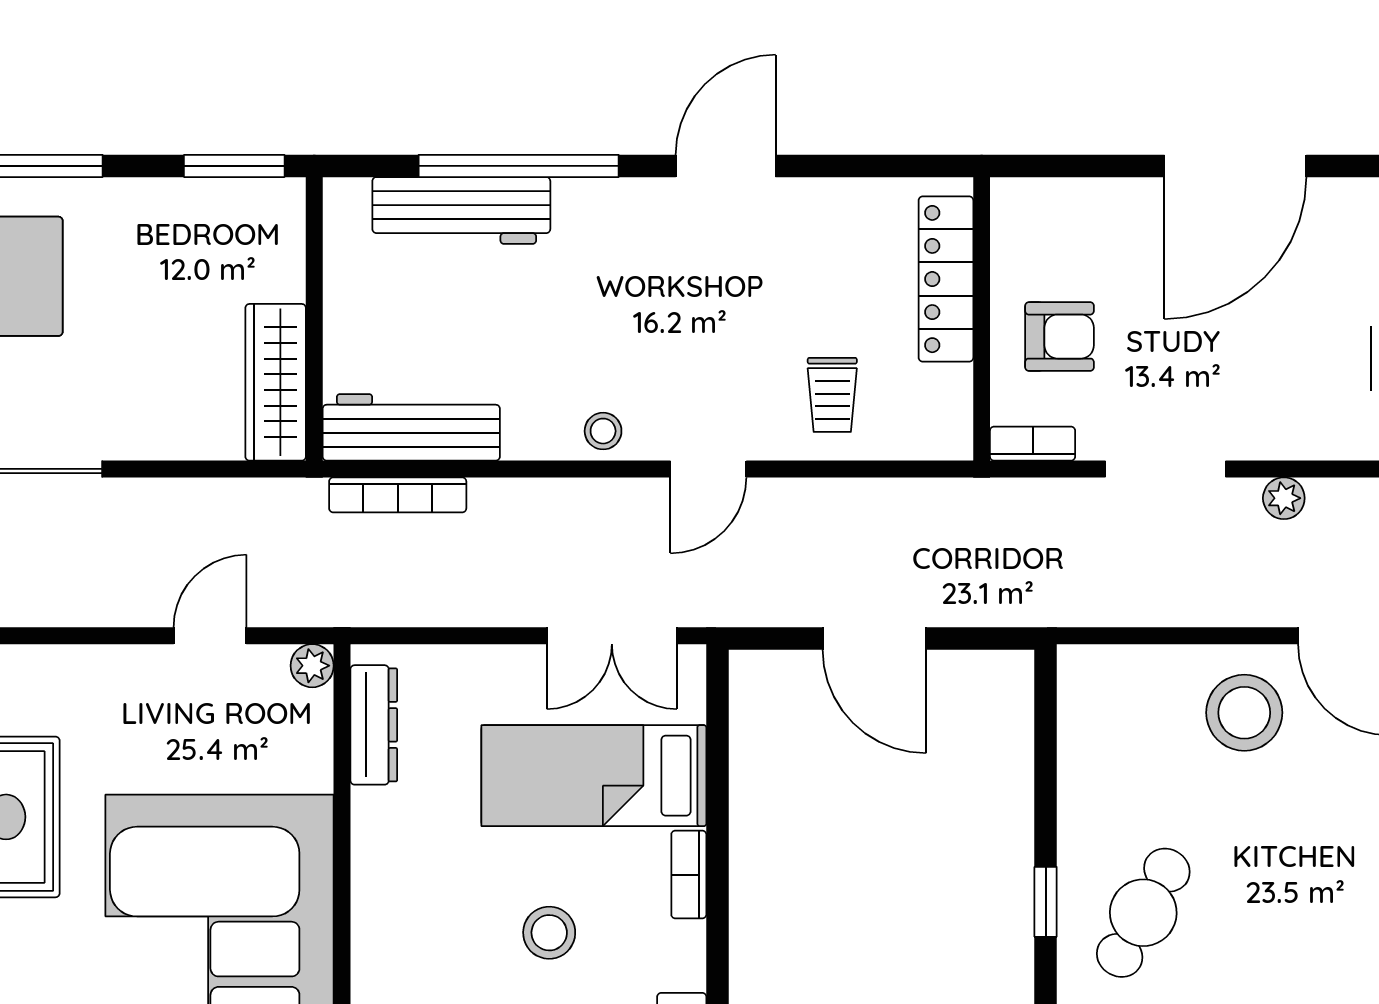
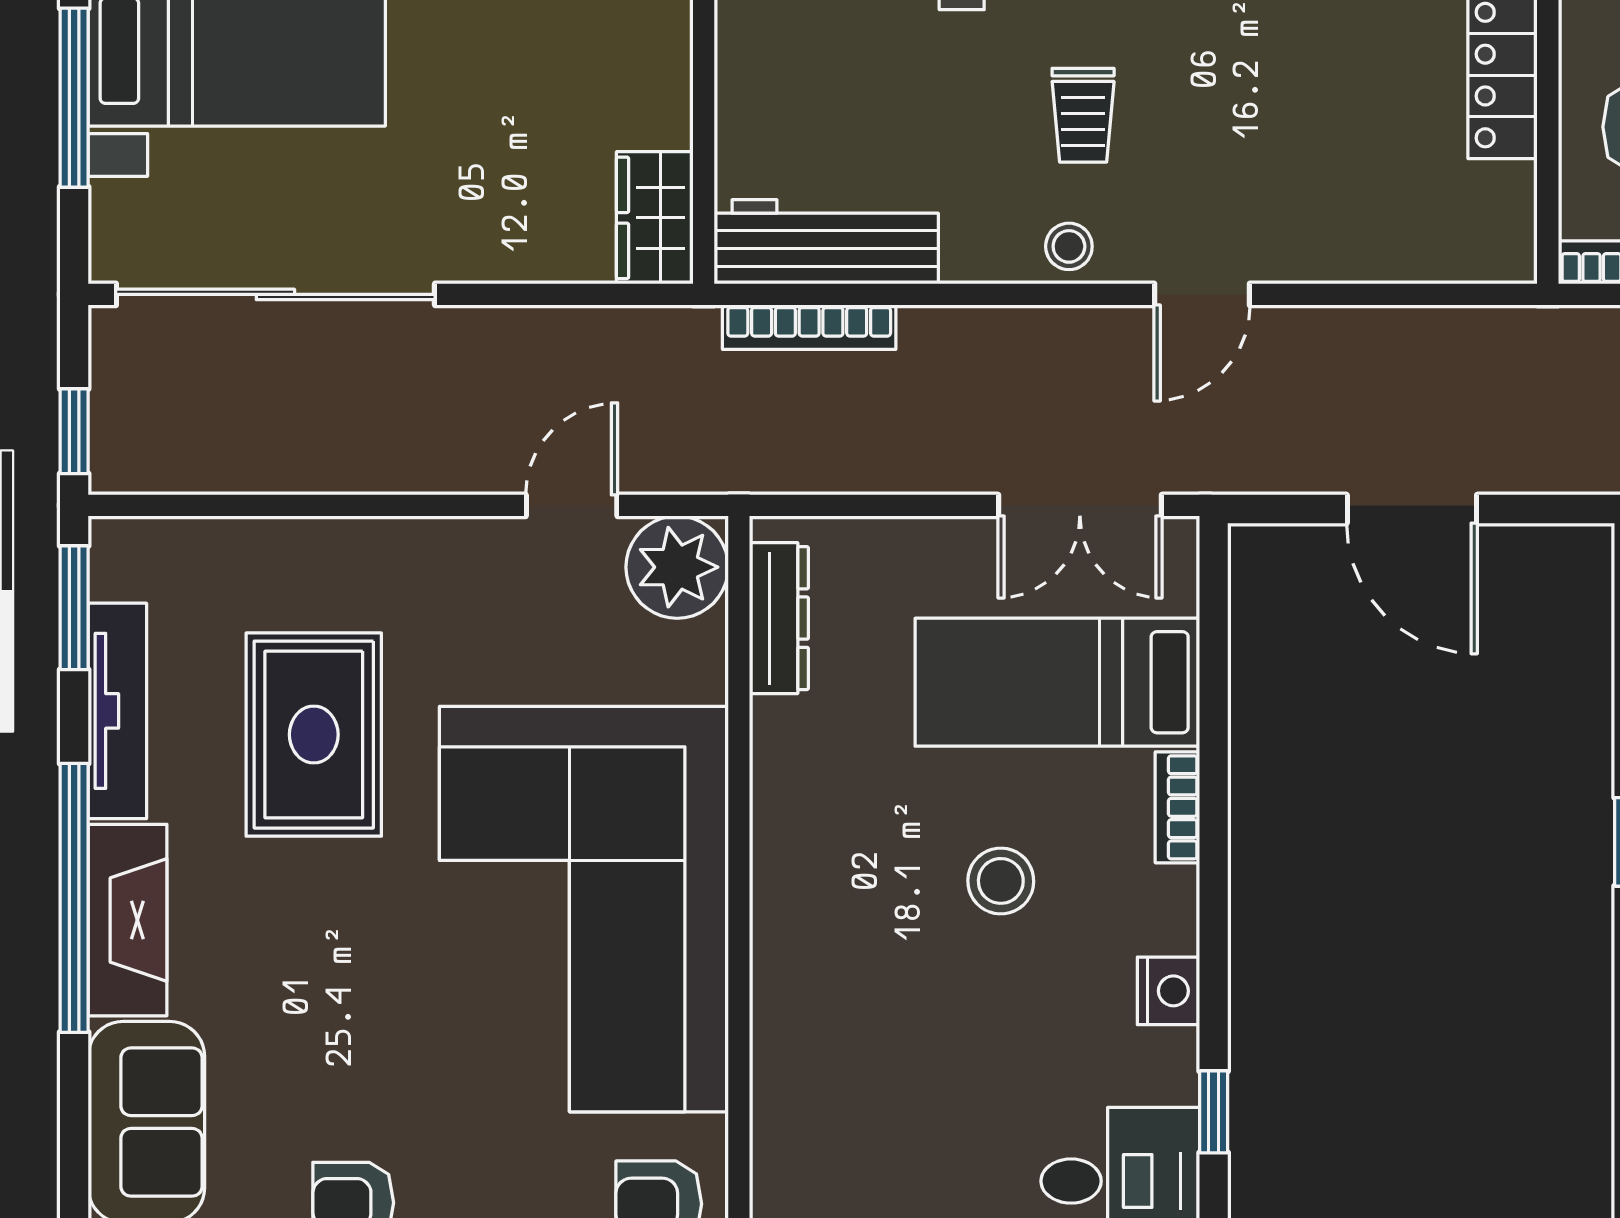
wardrobe: (276, 382) -> (655, 218), width x0.67
trolley: (832, 395) -> (1083, 115), moved
plant: (312, 666) -> (677, 567), width x1.88, depth x1.88

